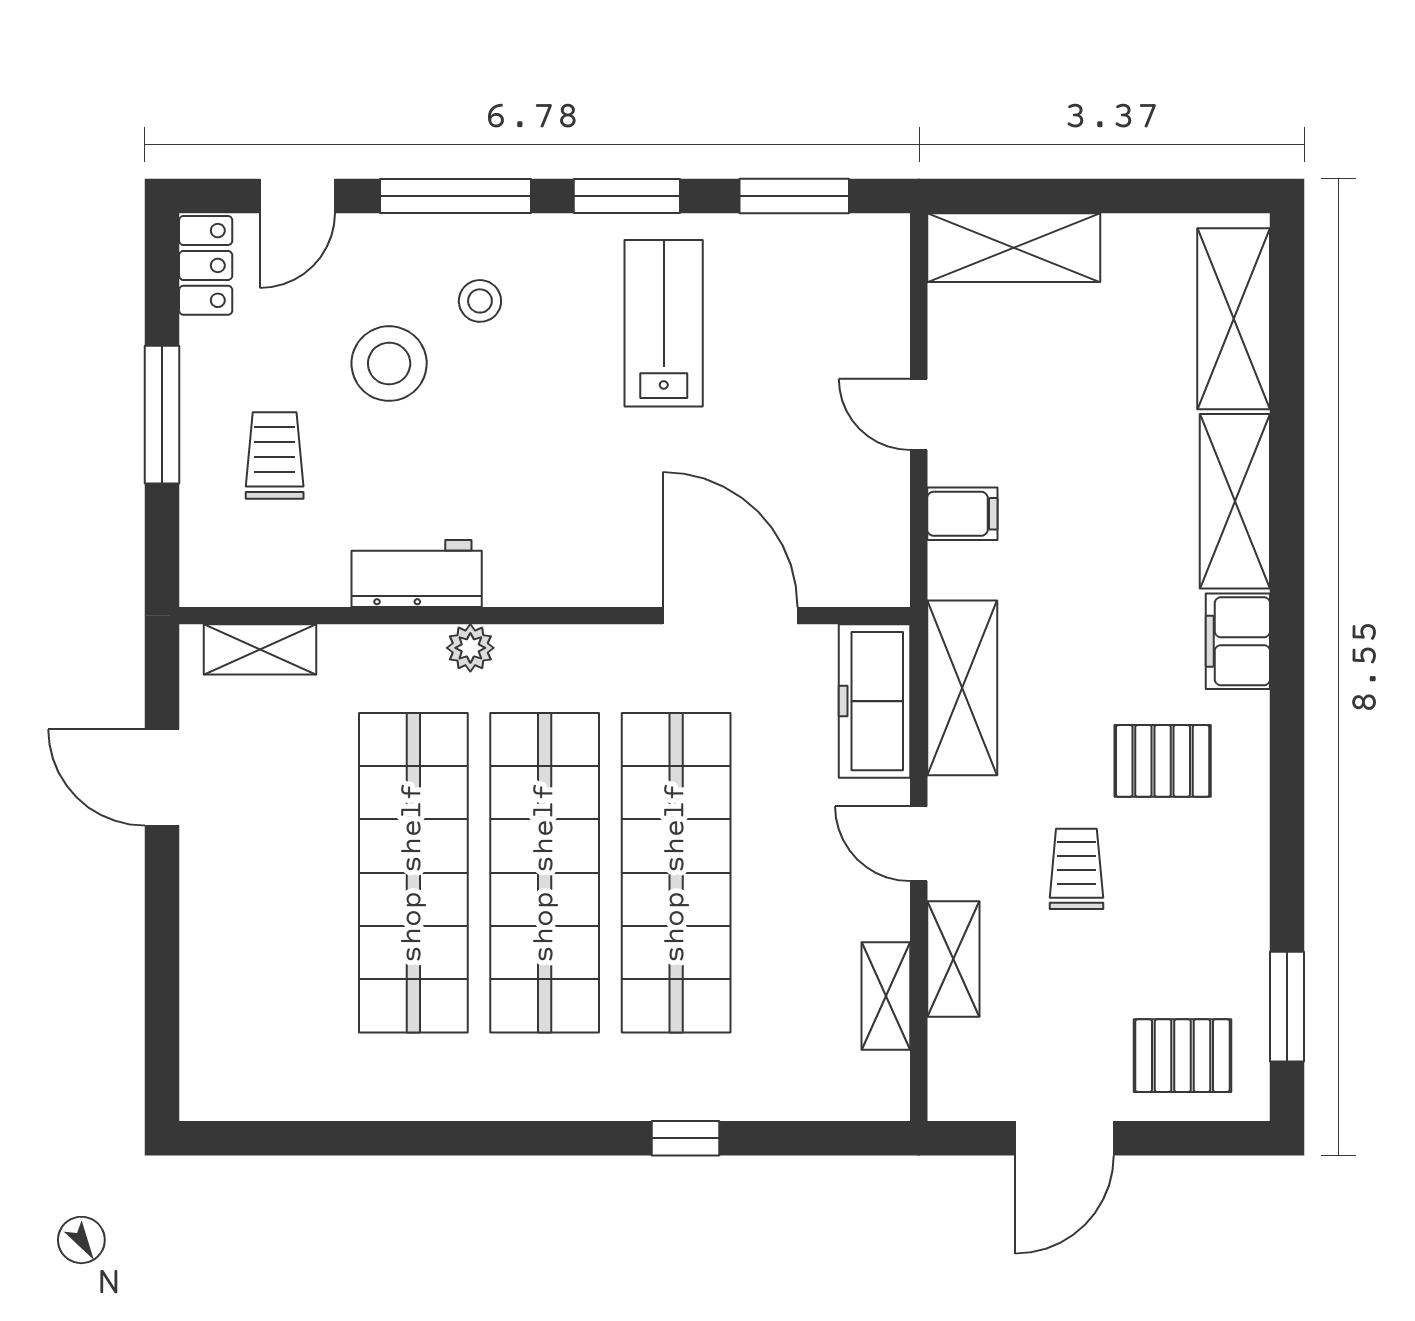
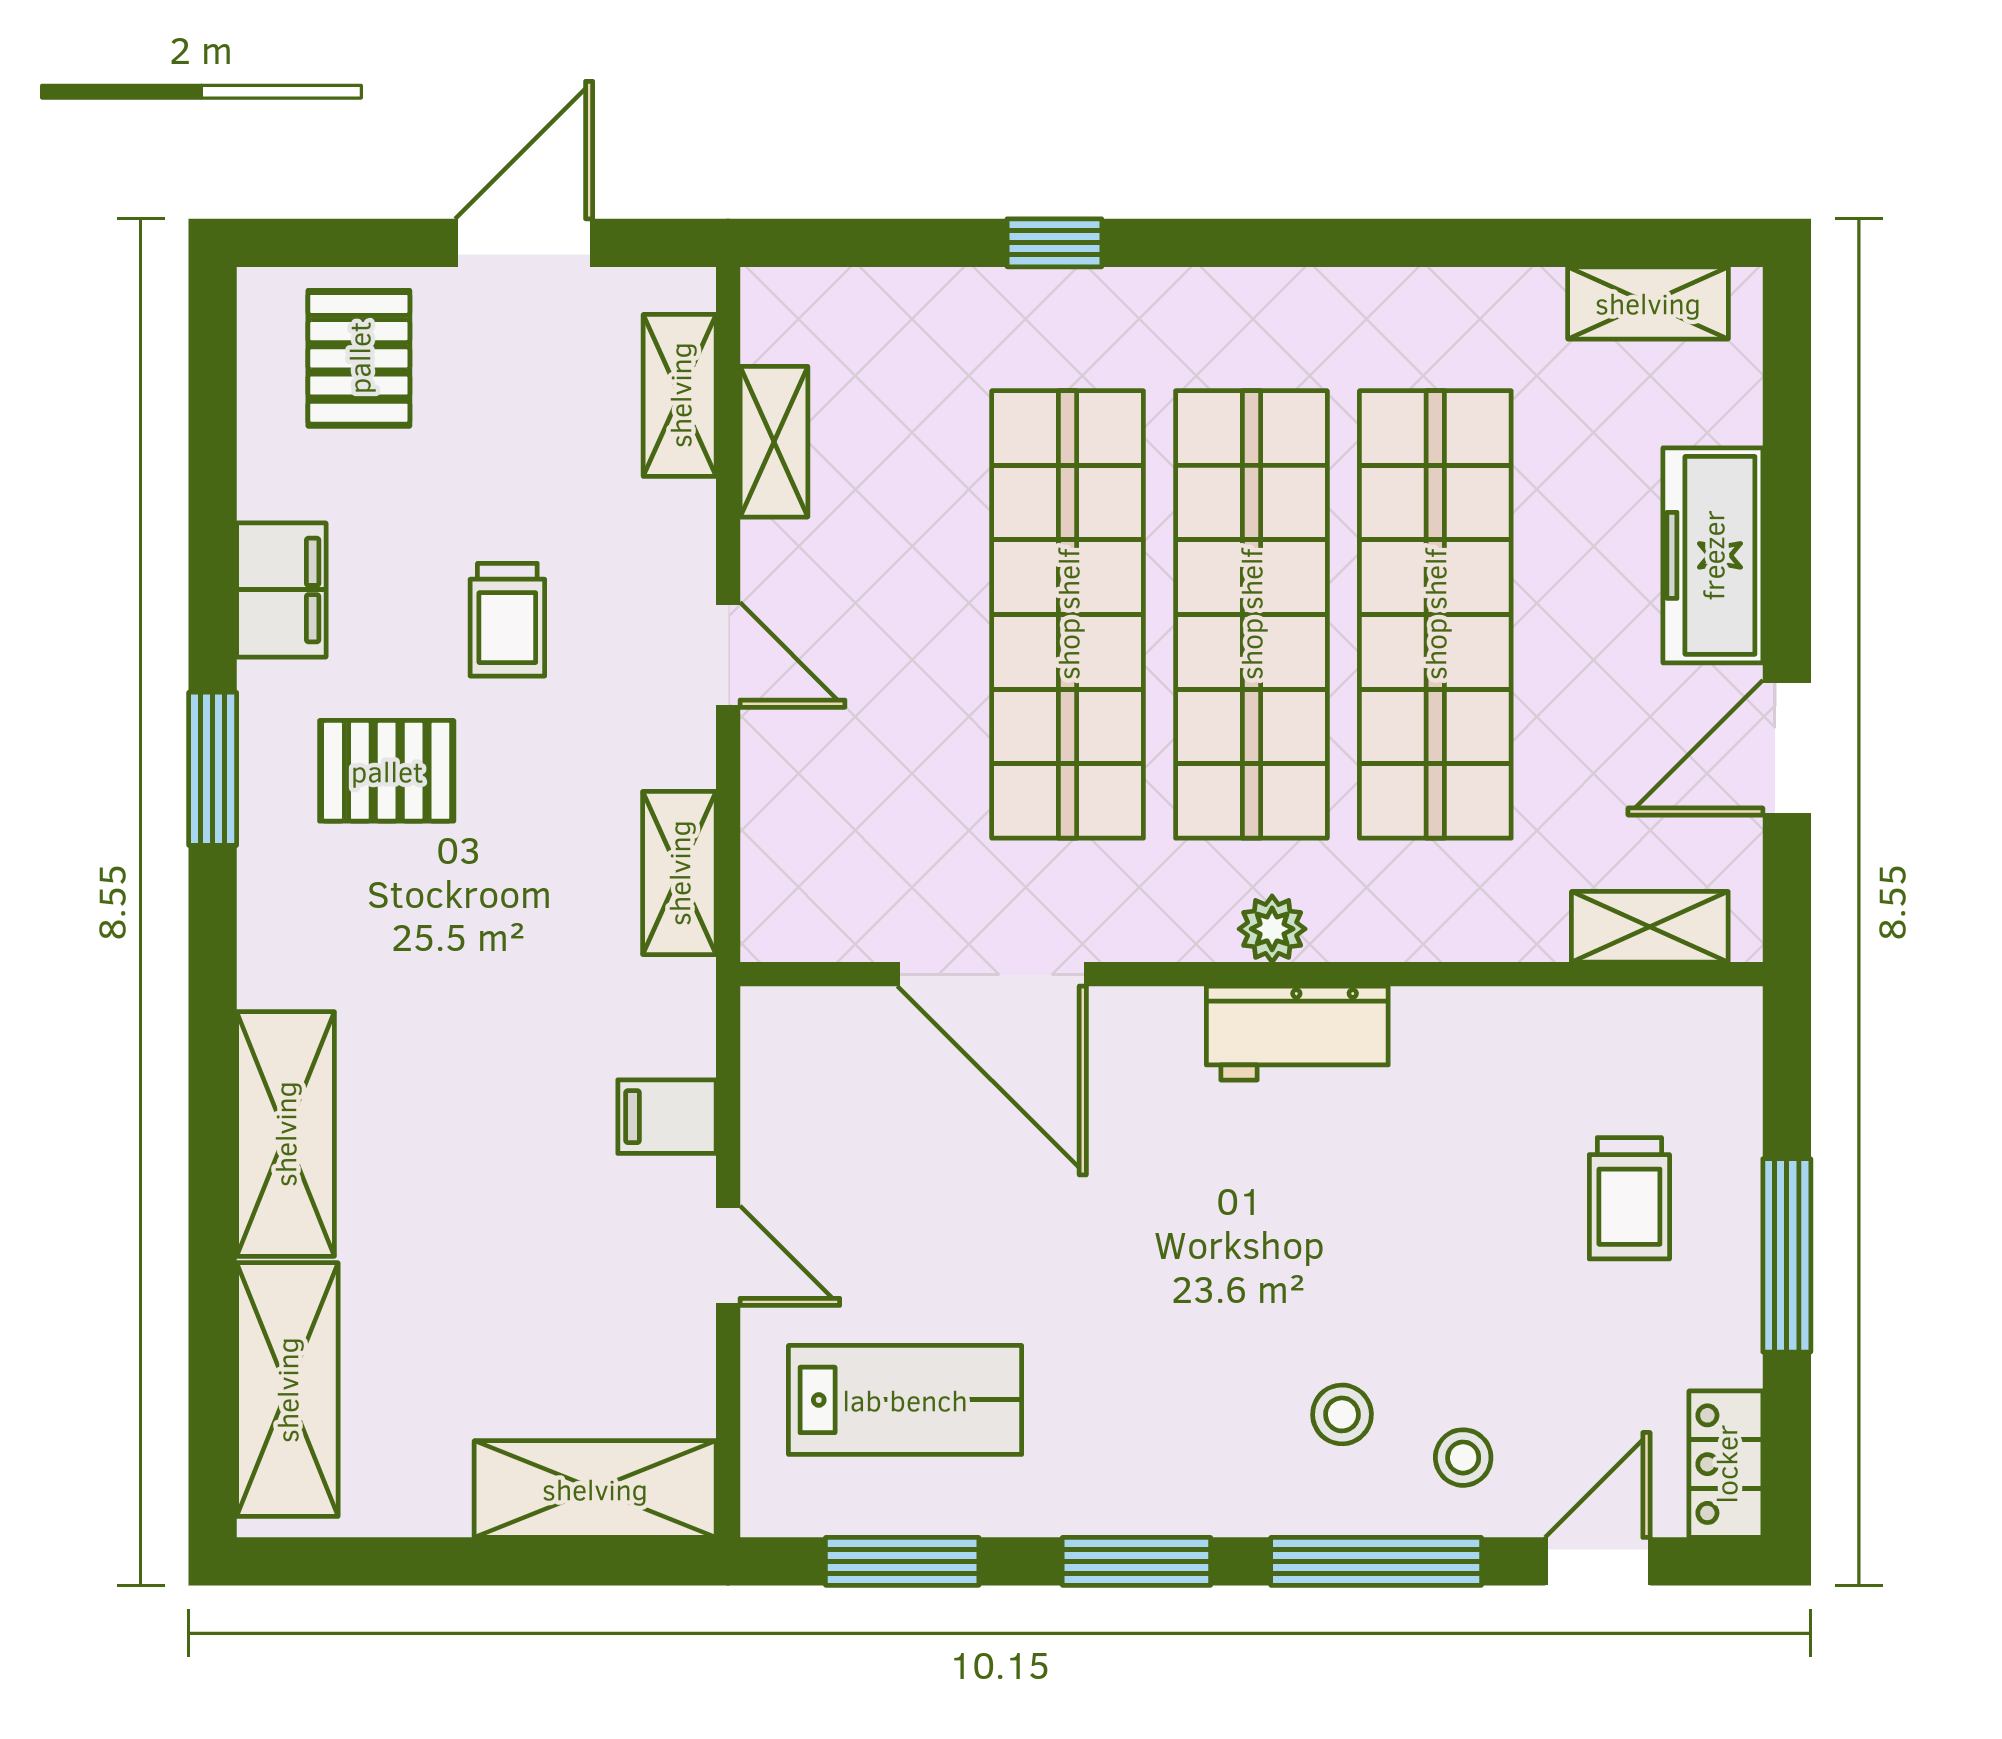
lab bench: (664, 323) -> (905, 1400), moved, turned -90
stool: (389, 364) -> (1463, 1458), moved, width x0.53, depth x0.53
workbench: (417, 574) -> (1297, 1033), moved
filing cabinet: (1238, 641) -> (281, 590), moved
plant: (470, 648) -> (1272, 929), moved
shelving: (962, 688) -> (679, 873), width x0.67, depth x0.75
freezer: (874, 701) -> (1713, 555), moved, turned 180
door: (162, 777) -> (1787, 748), swing flipped
shelving: (953, 959) -> (680, 395), moved
window: (1287, 1007) -> (213, 769), moved
pallet: (1182, 1056) -> (359, 358), turned 90
shelving: (261, 1095) -> (1648, 303), added

